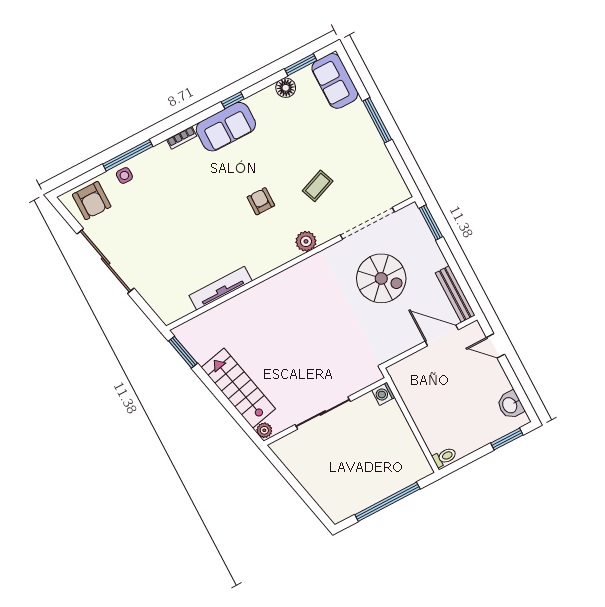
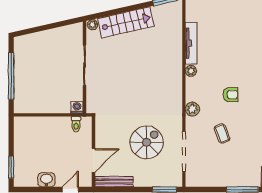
plant: (257, 269) -> (191, 71), added
spiral stairs: (381, 278) -> (147, 142), turned 180
washbasin: (510, 405) -> (46, 180), moved
toilet: (445, 457) -> (76, 124), moved

